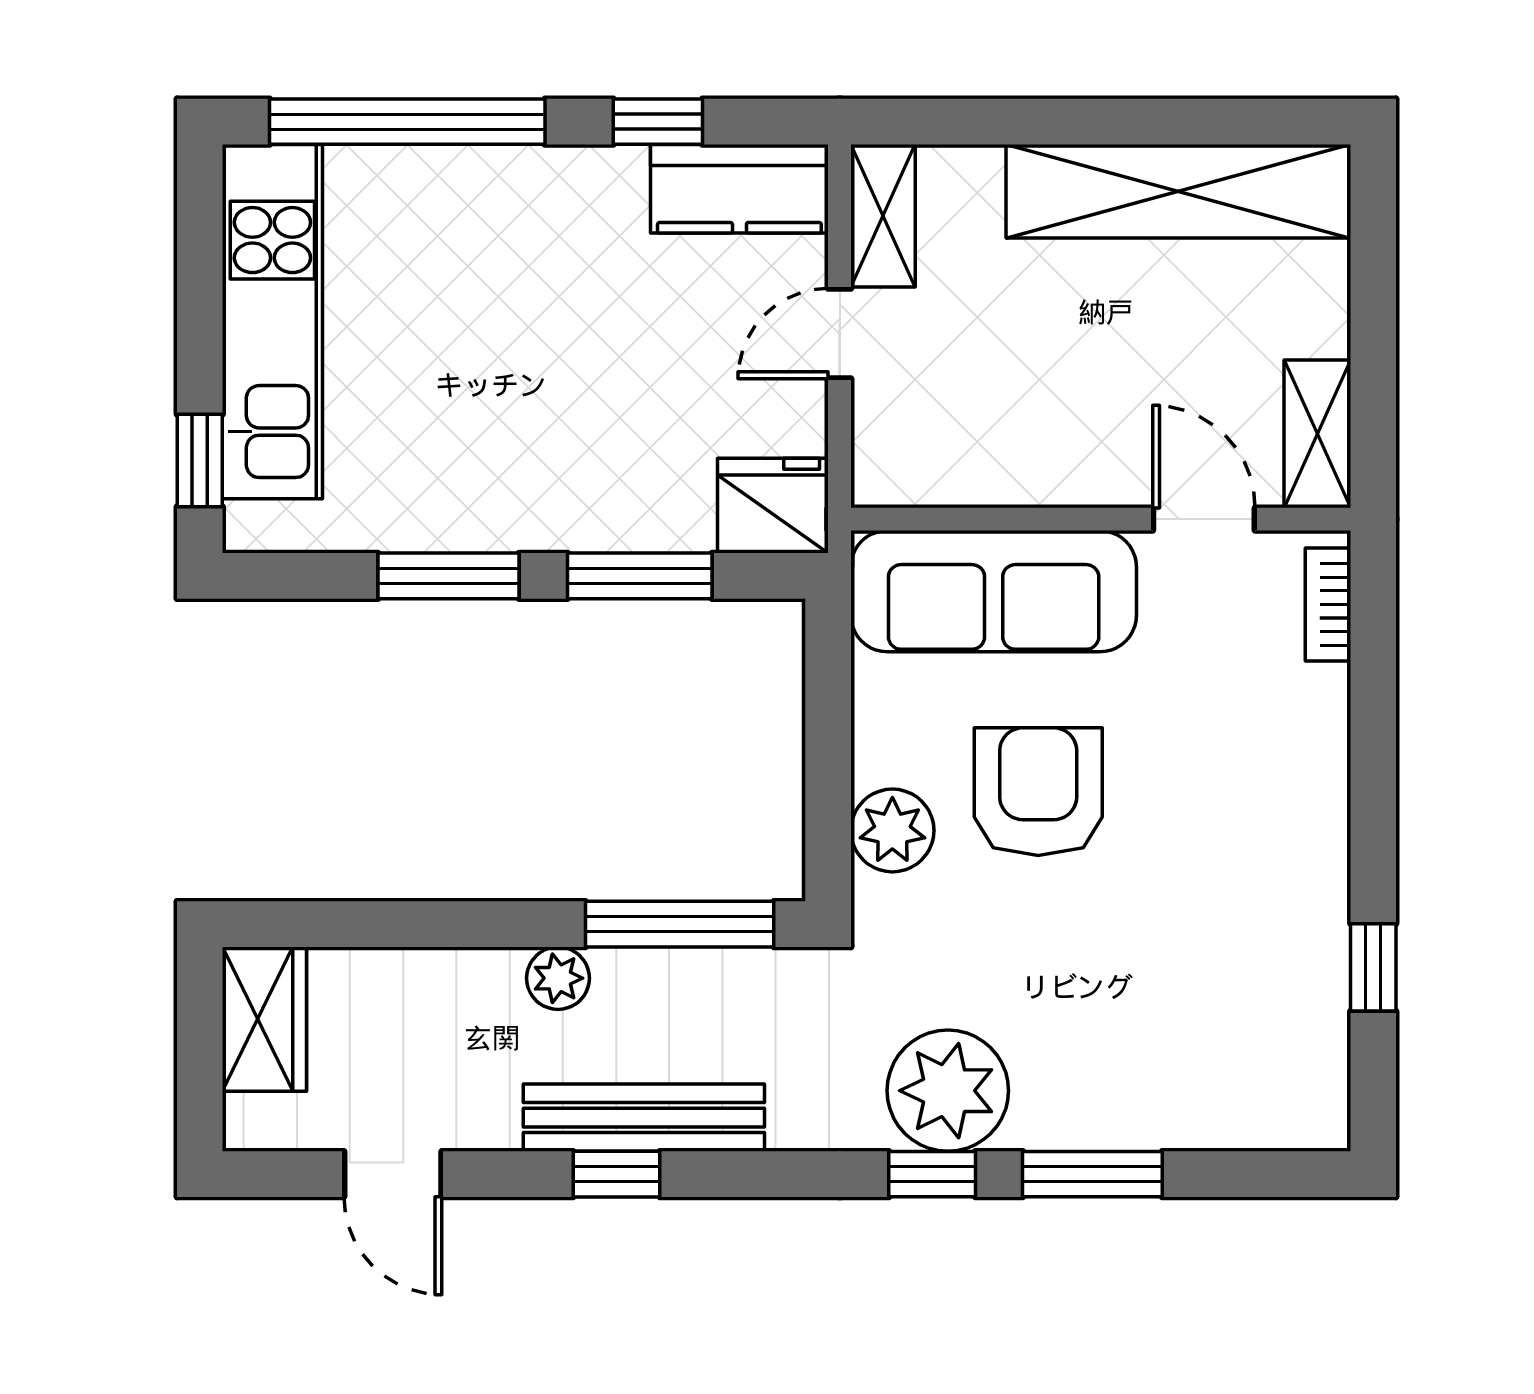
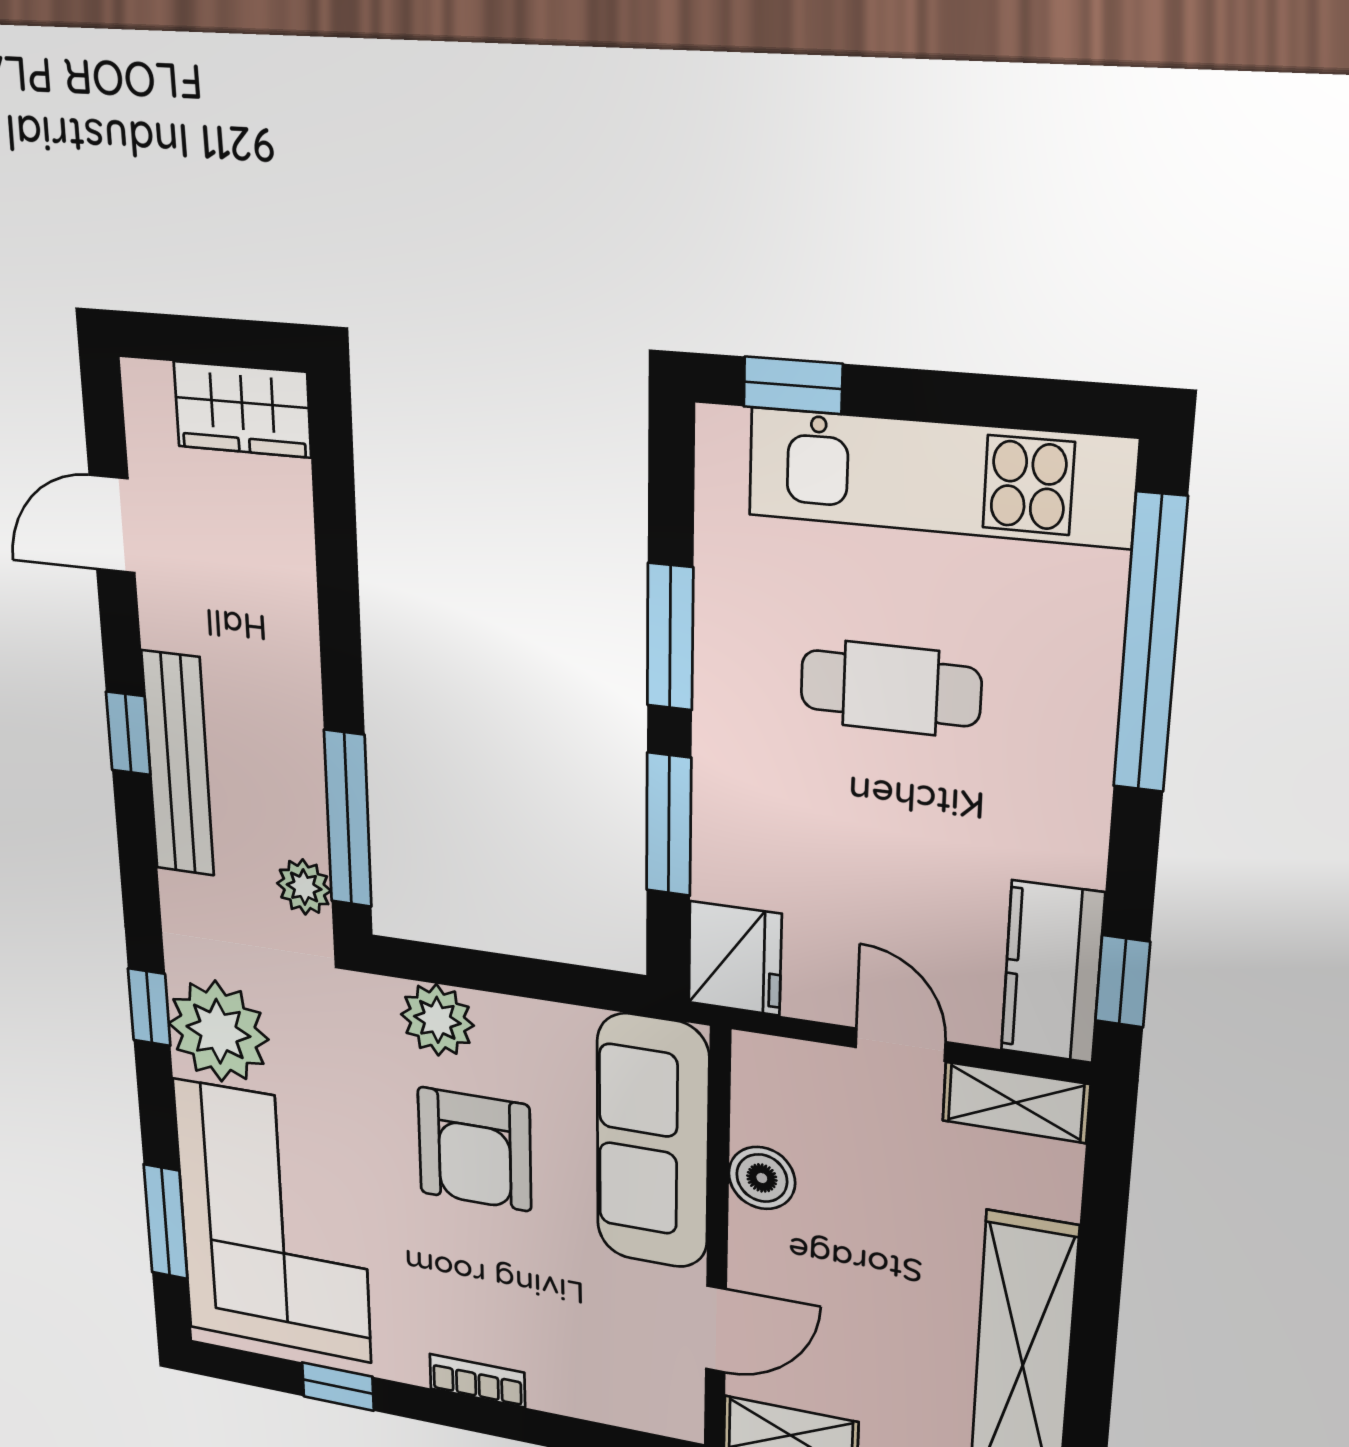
window: (658, 122) -> (1123, 981), moved
cafe table: (475, 358) -> (890, 688), added
boiler: (1014, 472) -> (762, 1178), added
bookcase: (1328, 604) -> (477, 1381), moved
armchair: (1038, 792) -> (475, 1149), turned 90
plant: (558, 978) -> (304, 887), moved
corner sofa: (1174, 1038) -> (273, 1222), added
window: (1092, 1174) -> (166, 1222), moved

